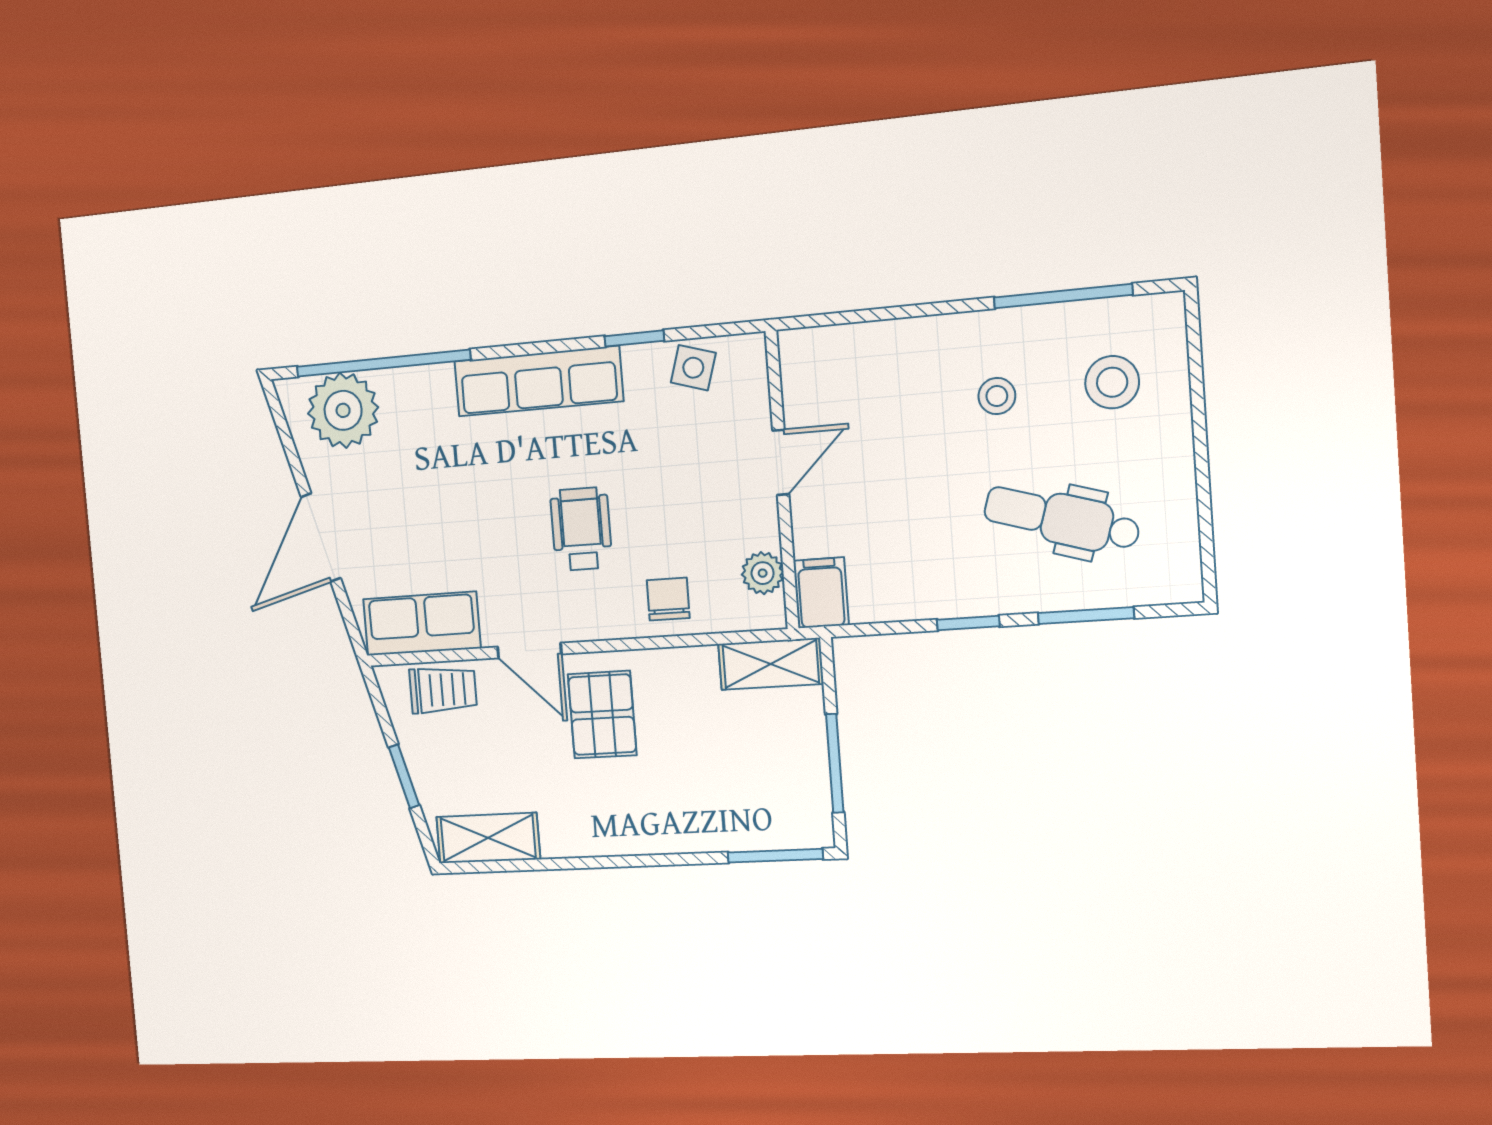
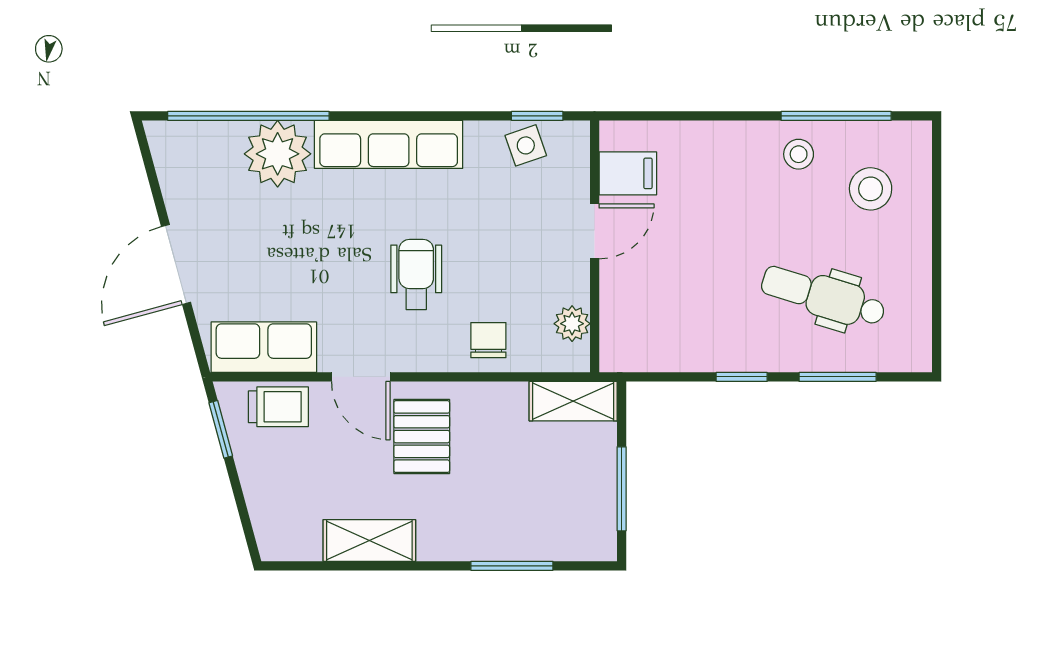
window: (634, 338) -> (537, 116), moved
side table: (693, 368) -> (526, 145), turned -36
stool: (997, 396) -> (799, 154), moved
plant: (343, 410) -> (278, 154), moved
filing cabinet: (821, 593) -> (628, 173), moved, turned 90
window: (404, 776) -> (221, 429), moved
shelving: (488, 838) -> (369, 540), moved
window: (775, 856) -> (512, 566), moved

